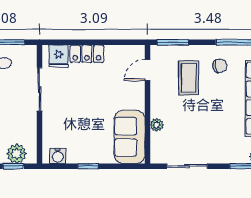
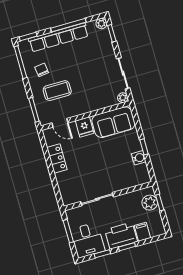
locker: (87, 54) -> (57, 158), moved
fridge: (59, 56) -> (85, 127), moved, turned 90
plant: (157, 125) -> (123, 98), moved
water cooler: (58, 156) -> (139, 158), moved

